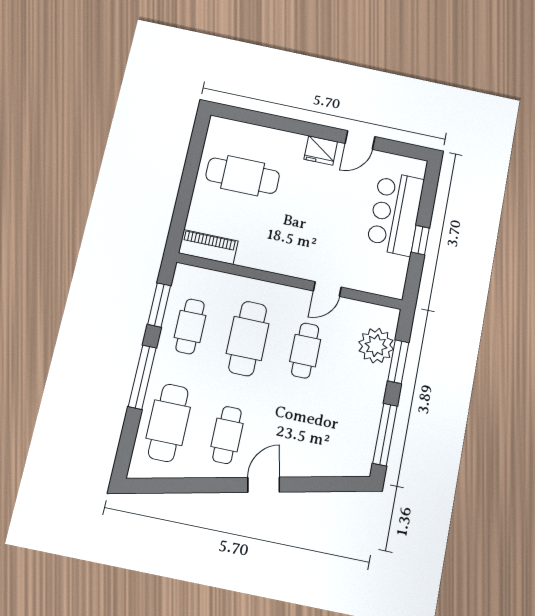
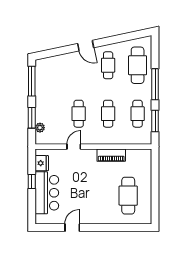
fridge: (321, 150) -> (42, 163), moved, turned 90
cafe table: (243, 176) -> (128, 196), turned 90
piano: (208, 247) -> (111, 155), moved
cafe table: (248, 338) -> (108, 114), width x0.73, depth x0.74
plant: (376, 346) -> (40, 128), width x0.53, depth x0.53
door: (264, 485) -> (86, 46), hinge flipped

